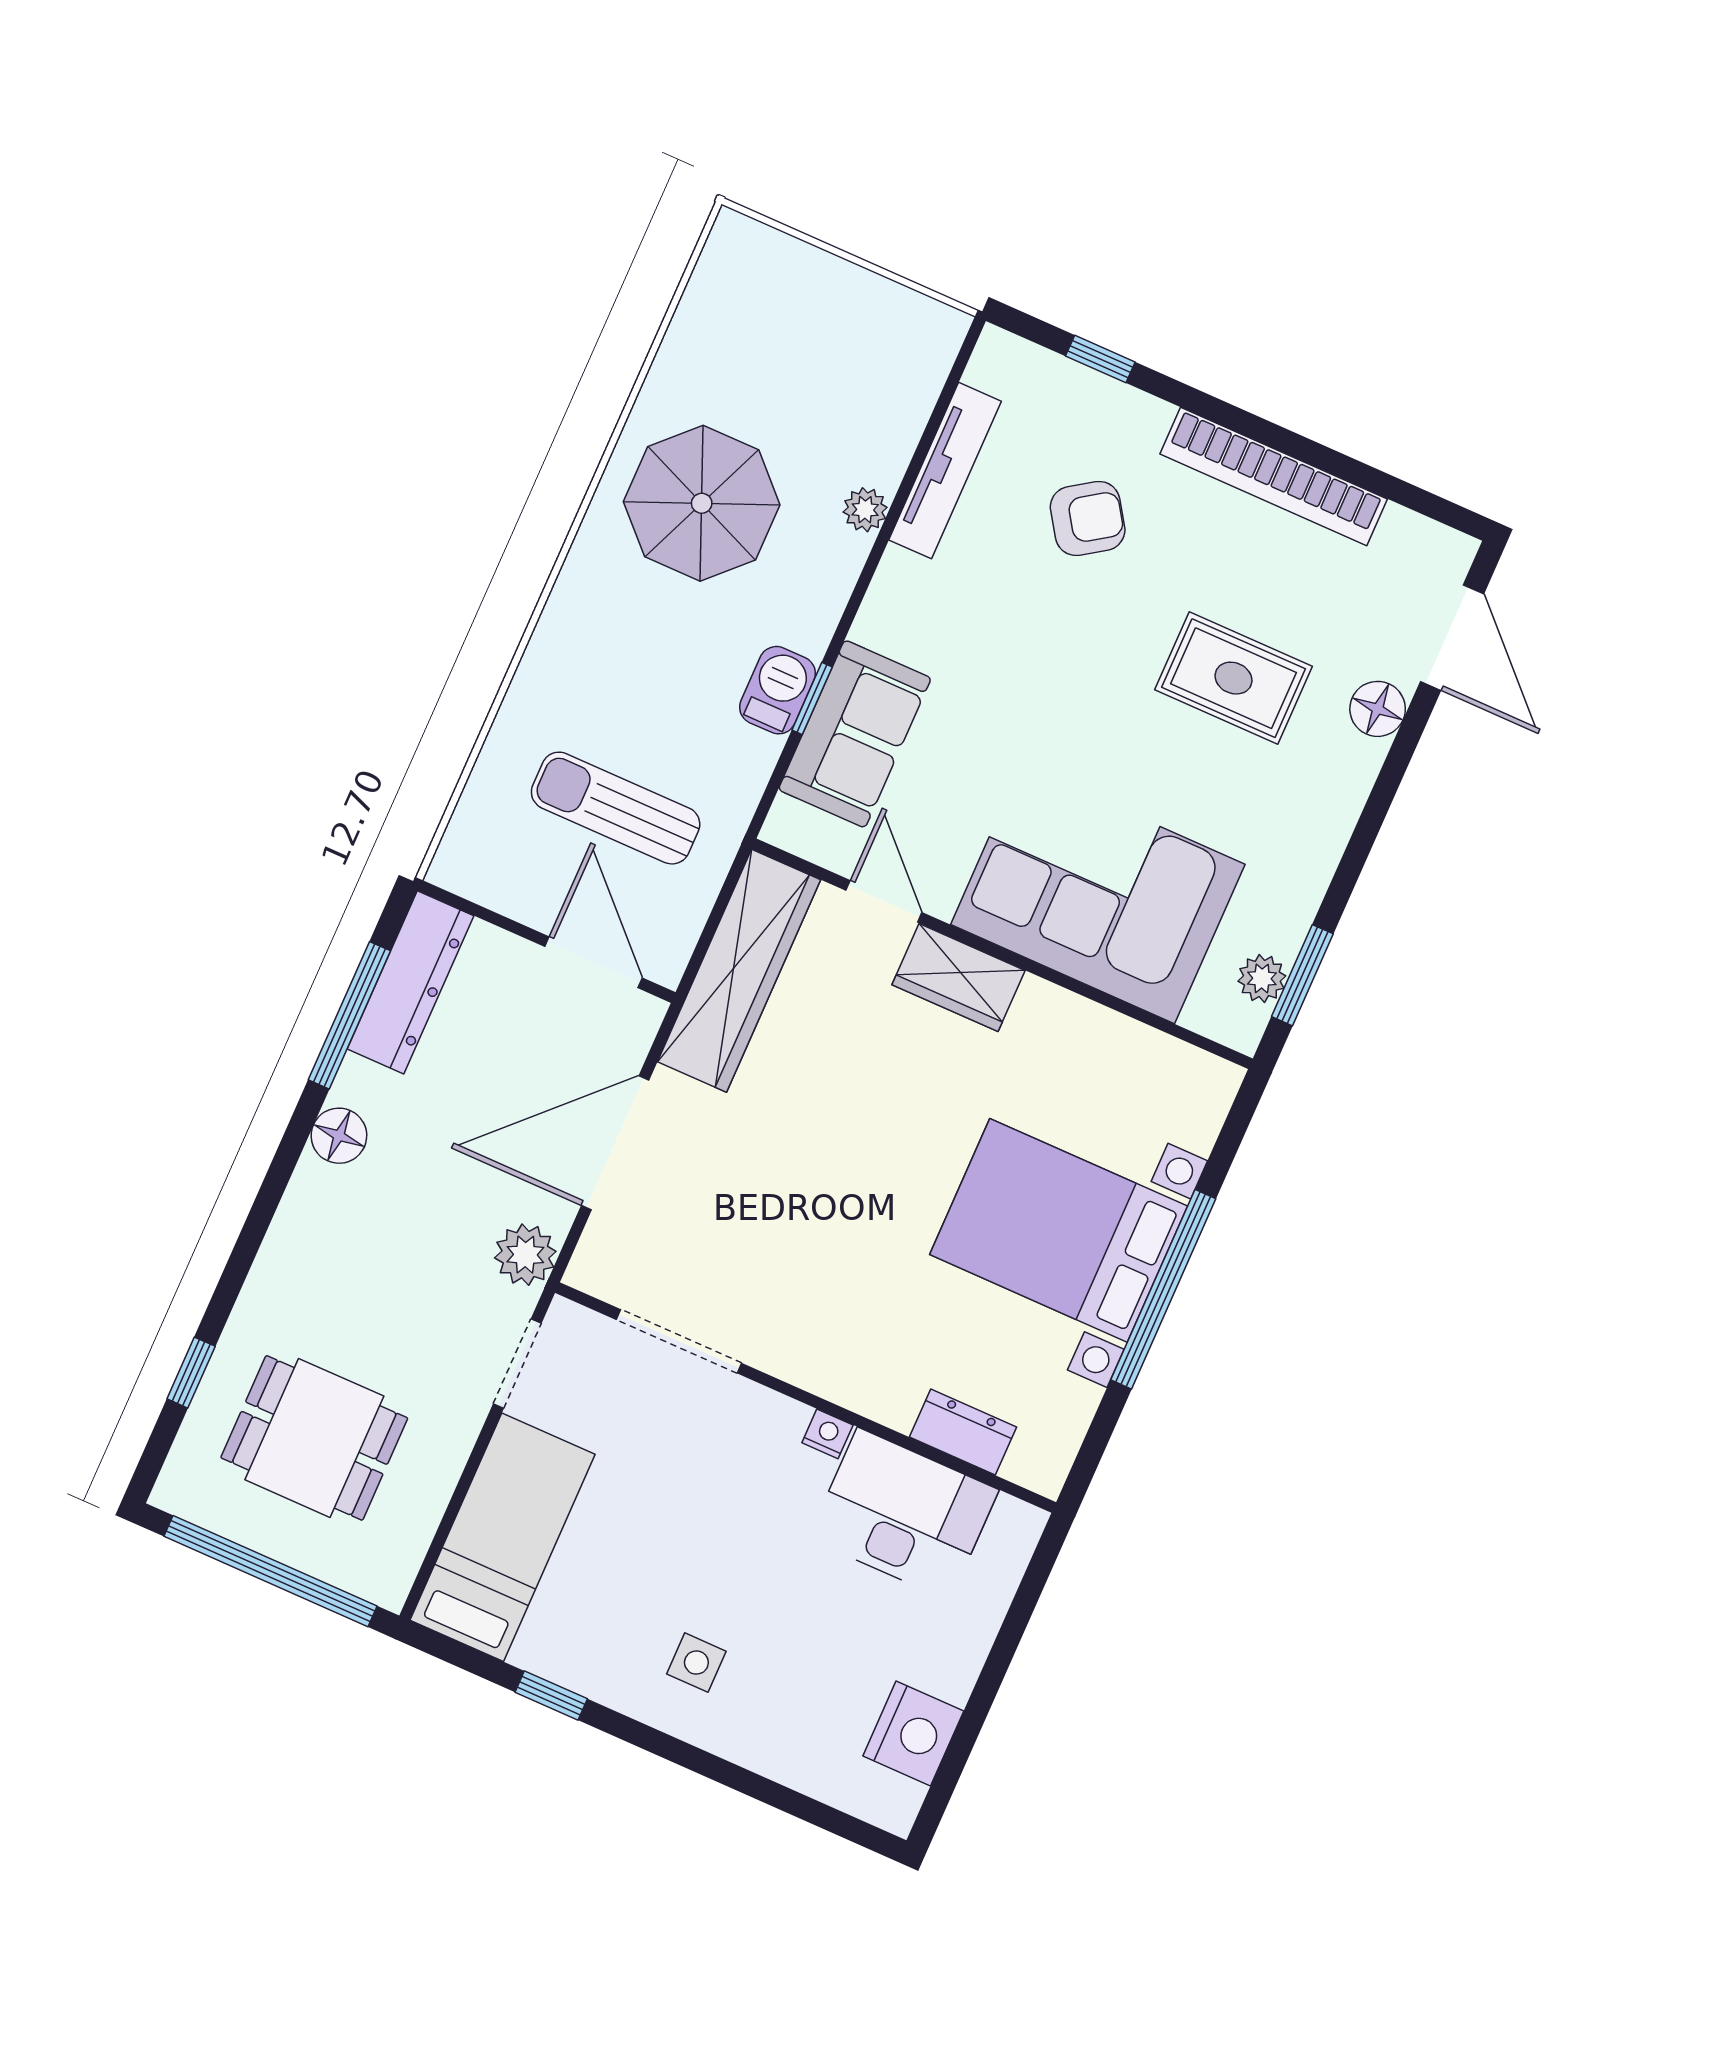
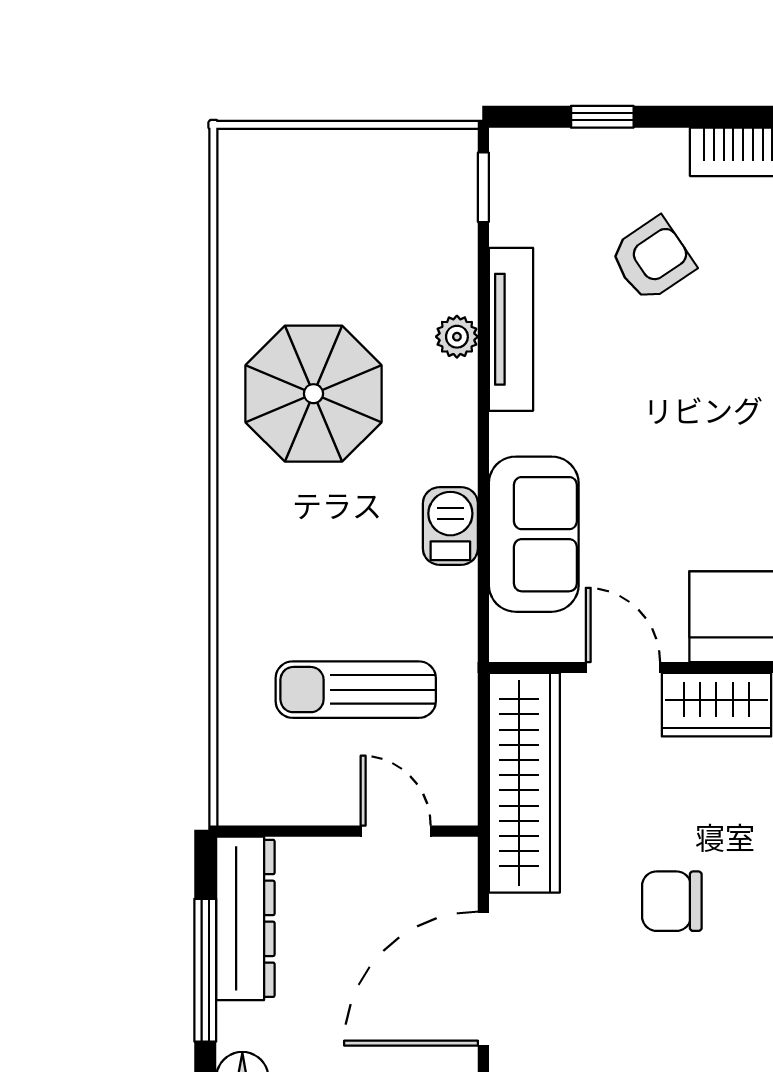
tv unit: (945, 471) -> (511, 329), moved
window: (812, 699) -> (483, 187), moved
door: (594, 962) -> (396, 831), width x0.73
chair: (831, 1149) -> (672, 901), added

